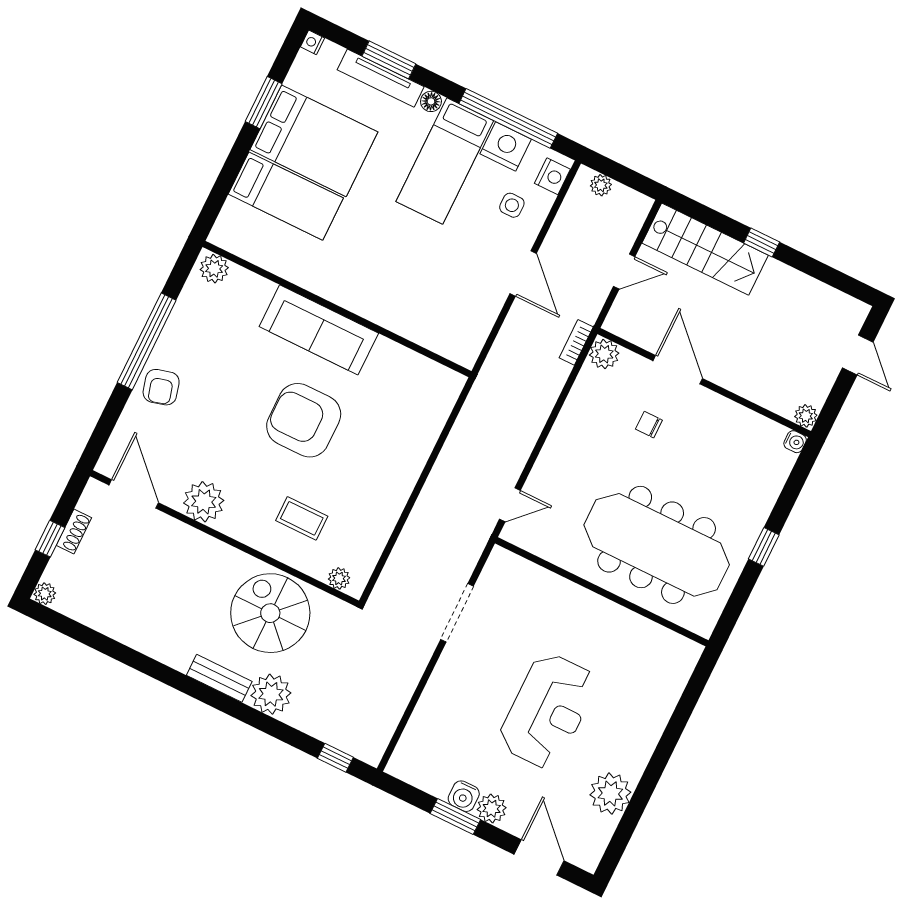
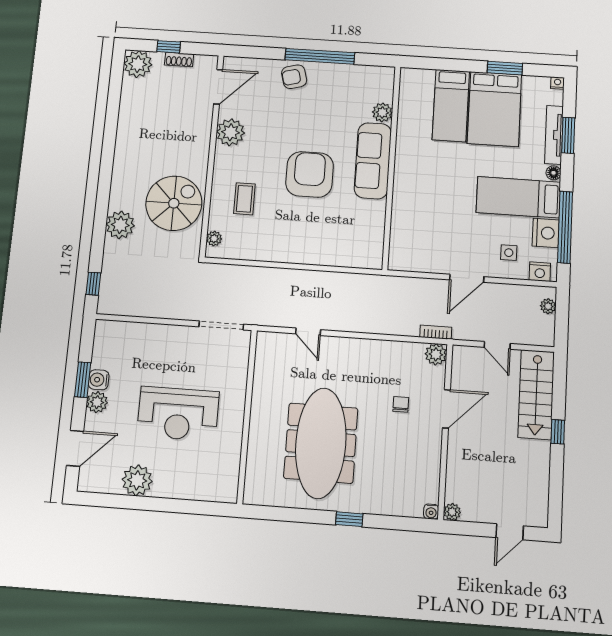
plant: (214, 269) -> (382, 112), moved
wall: (602, 592) -> (247, 416), moved
plant: (45, 594) -> (138, 64), width x1.88, depth x1.88
bench: (219, 678) -> (118, 188), removed

